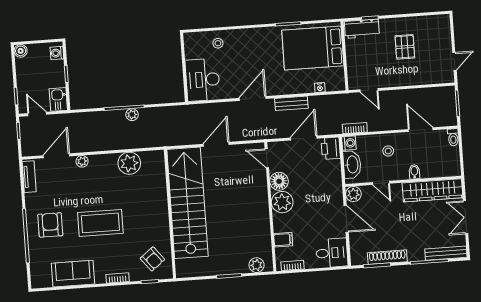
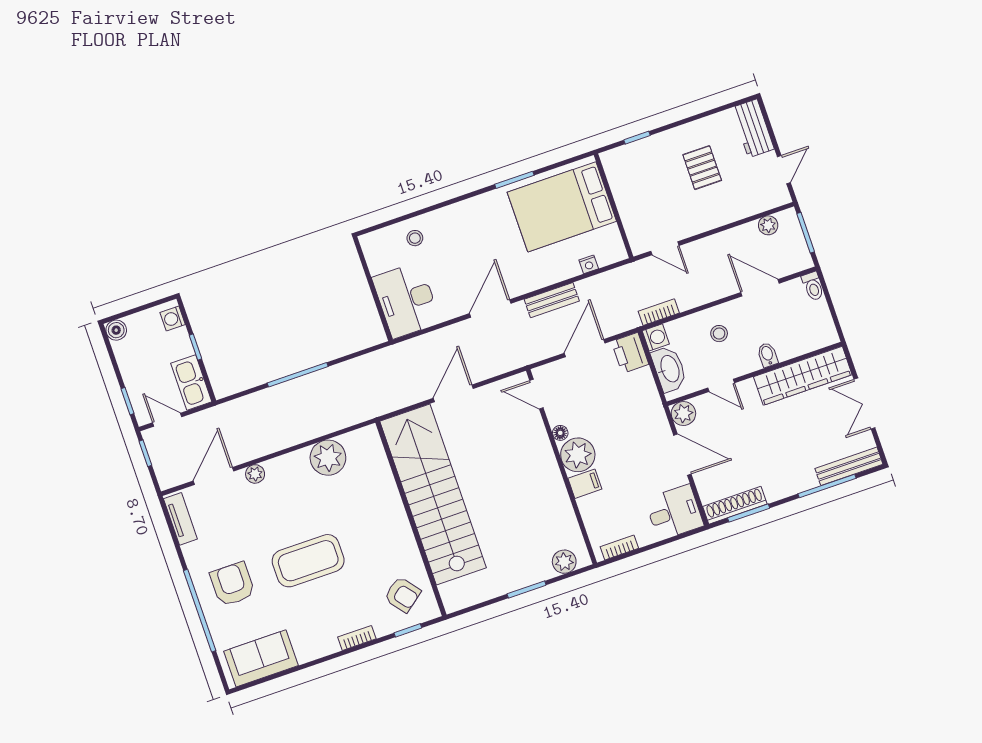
workbench: (362, 29) -> (753, 128), moved, turned 90
kitchen sink: (58, 99) -> (191, 382), width x1.38
plant: (132, 115) -> (768, 225), moved
floor lamp: (279, 181) -> (560, 433), width x0.53, depth x0.53
filing cabinet: (283, 240) -> (585, 484), moved
shoe rack: (387, 257) -> (735, 505), moved
sofa: (73, 274) -> (261, 658), moved

